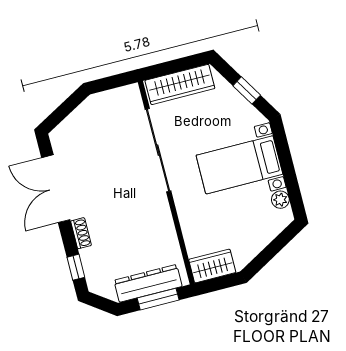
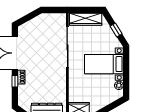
window: (76, 267) -> (15, 81), moved

